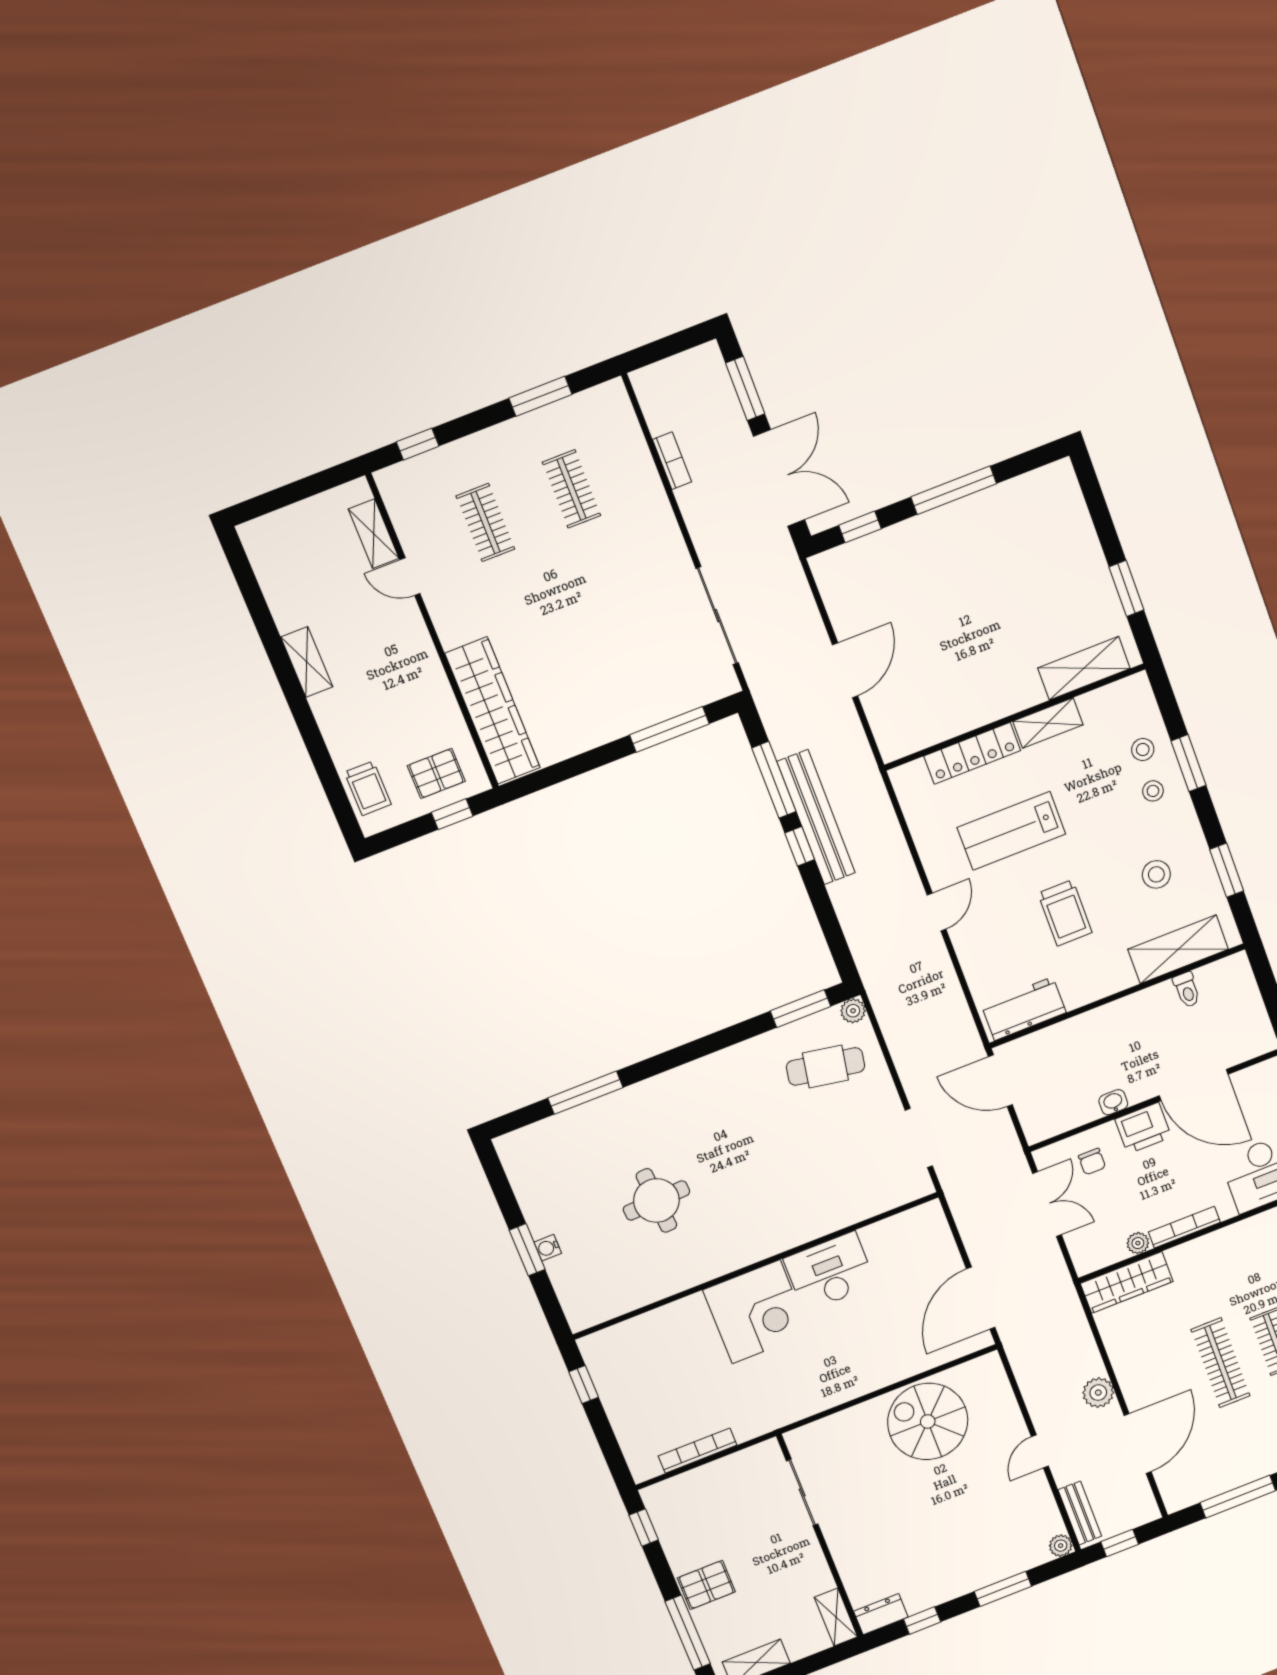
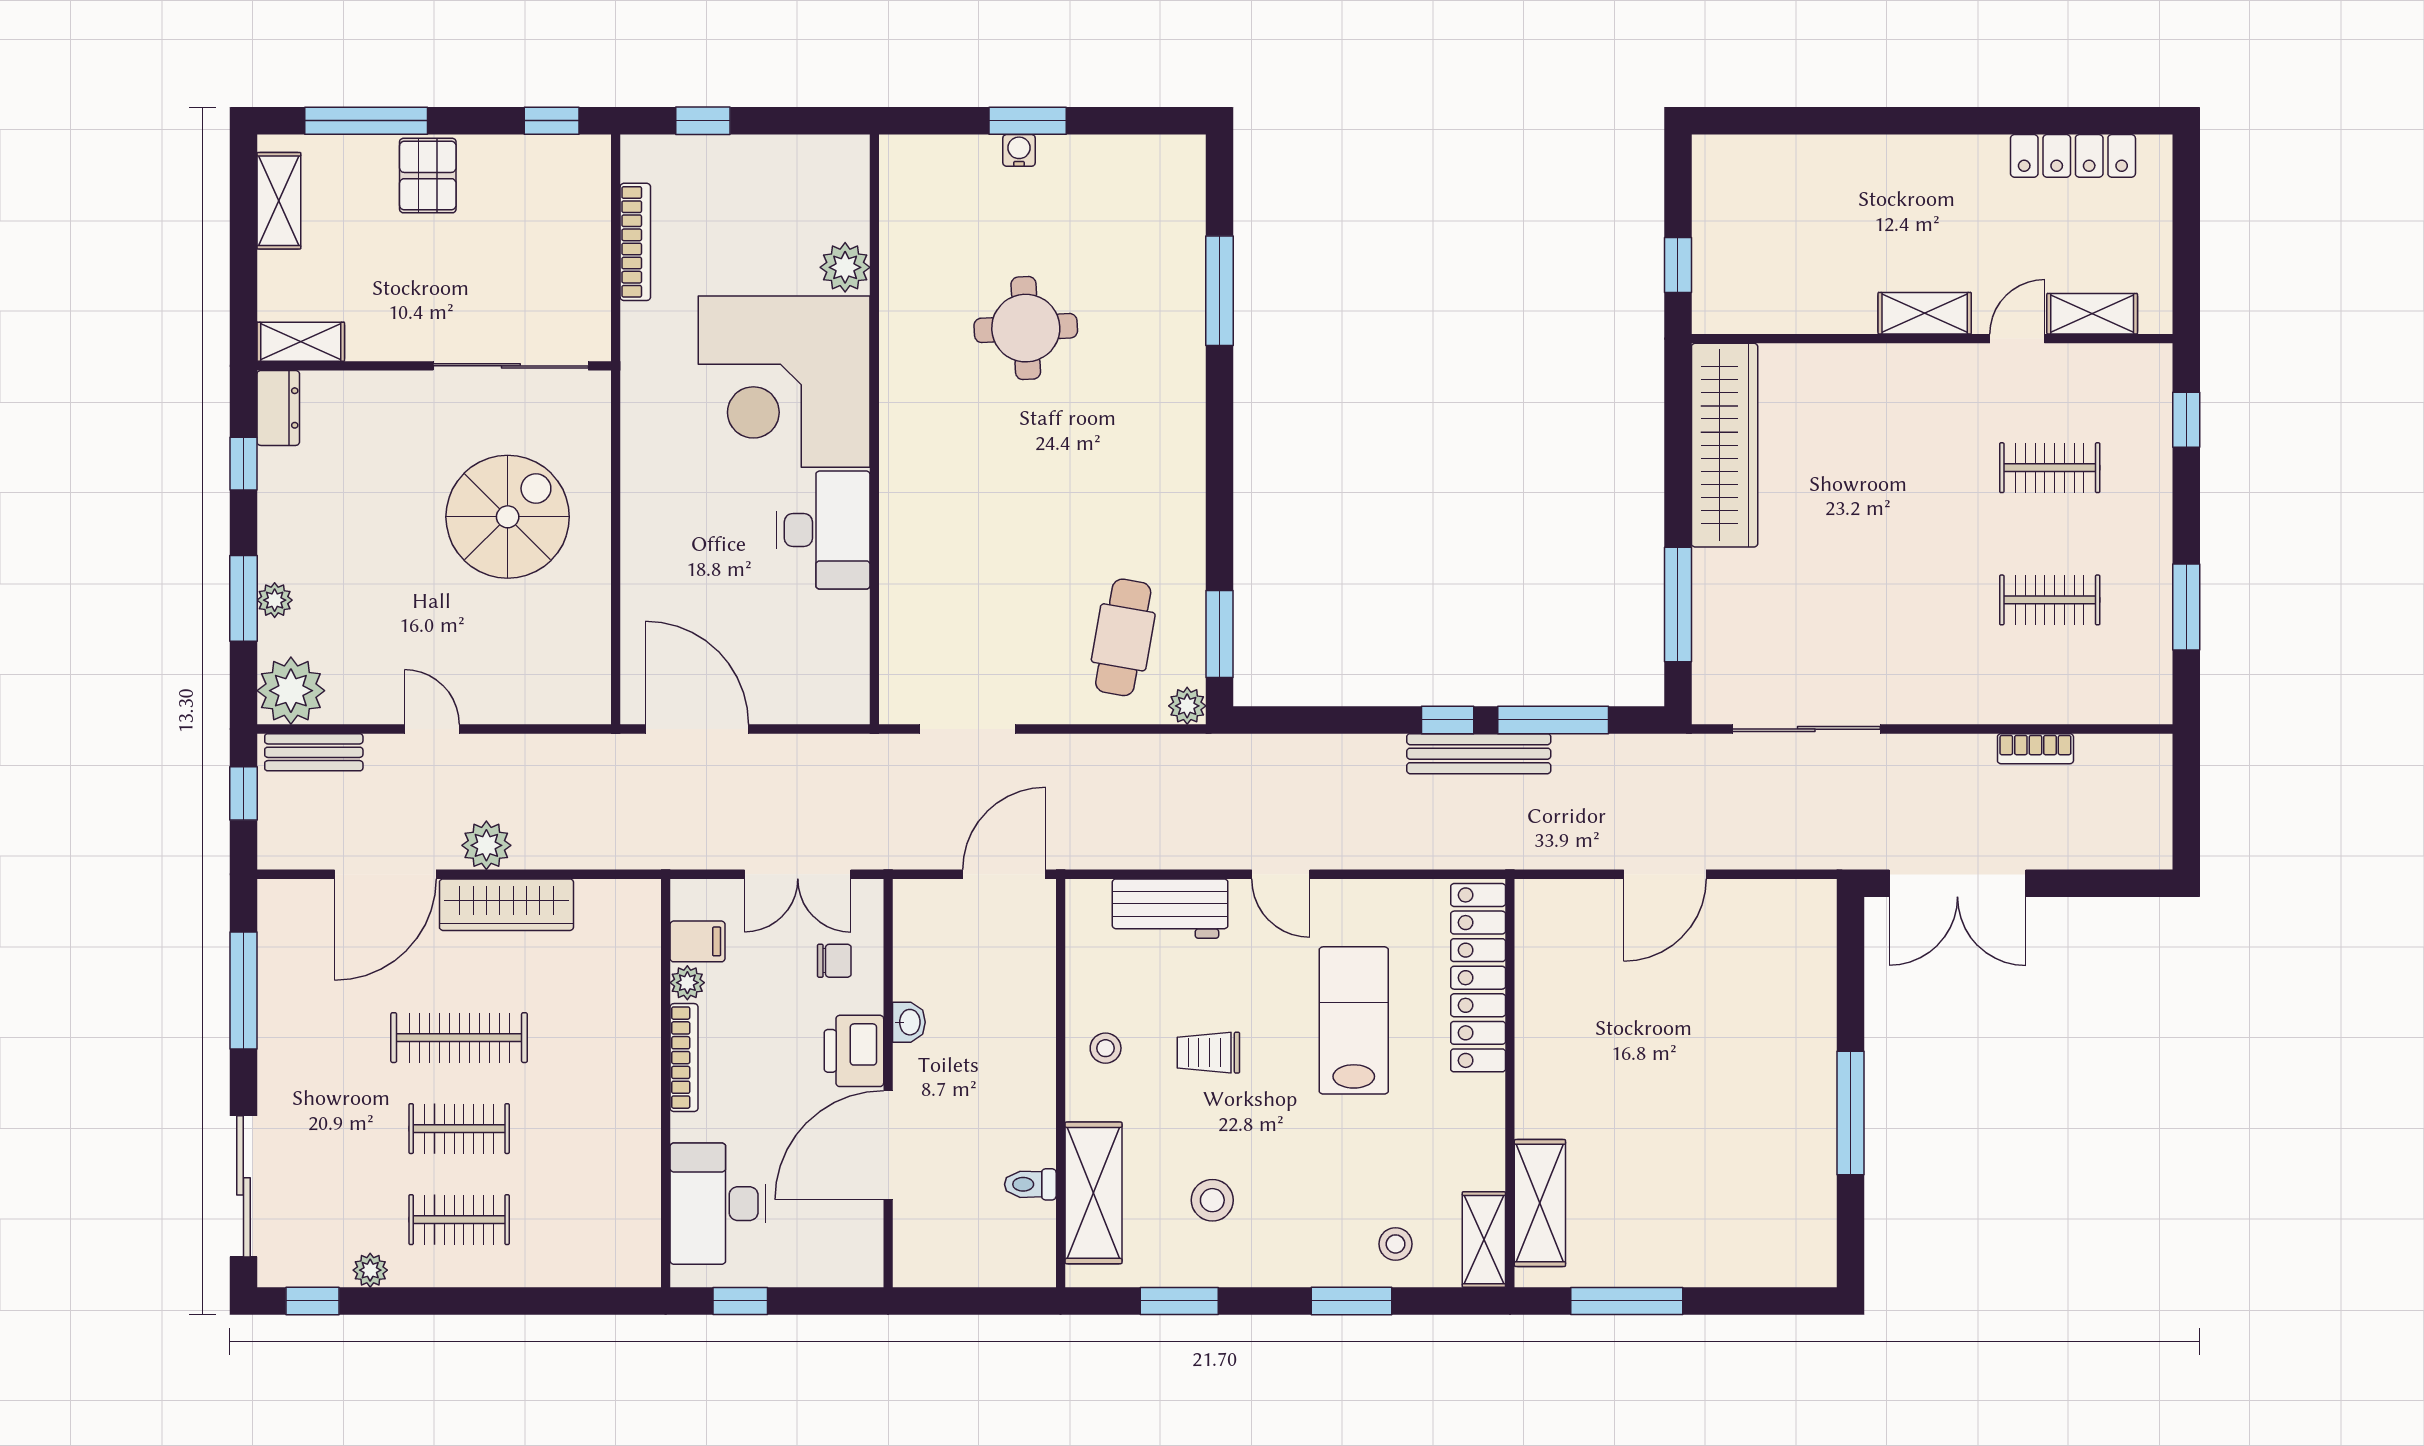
window: (745, 388) -> (2093, 883), removed
window: (860, 527) -> (1850, 968), removed
locker: (276, 587) -> (2073, 156), added
window: (1126, 588) -> (1627, 1301), width x1.44
shelving: (307, 662) -> (1925, 313), moved
door: (845, 670) -> (1665, 874), hinge flipped
wardrobe: (493, 711) -> (1725, 445), moved, turned -90
shelving: (1048, 723) -> (1484, 1240), moved
locker: (972, 753) -> (1478, 978), width x1.41, depth x1.21
pallet: (436, 773) -> (1741, 266), removed
trolley: (368, 788) -> (1757, 166), removed
stool: (1153, 791) -> (1106, 1048), moved
bench: (816, 817) -> (1479, 754), width x0.73, depth x0.82
trolley: (1065, 913) -> (1208, 1053), width x0.73, depth x0.72
workbench: (1024, 1009) -> (1170, 909), moved, turned 90
chair: (1092, 1162) -> (834, 961), turned 180
filing cabinet: (1110, 1247) -> (698, 941), added
wardrobe: (1127, 1282) -> (506, 905), moved, turned -90
corner desk: (756, 1312) -> (784, 382), width x1.36, depth x1.36
plant: (663, 1322) -> (845, 267), added
window: (584, 1385) -> (703, 121), moved
spiral stairs: (928, 1422) -> (508, 517), moved
door: (1138, 1444) -> (385, 874), hinge flipped
sliding door: (802, 1492) -> (511, 366), width x1.37
plant: (1061, 1546) -> (291, 691), width x1.88, depth x1.88
plant: (997, 1571) -> (275, 600), added

